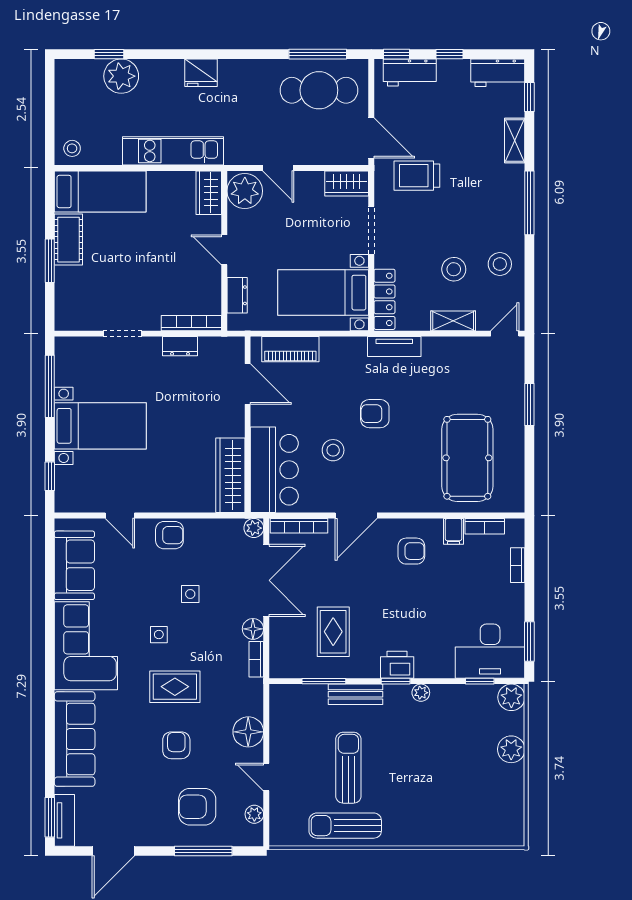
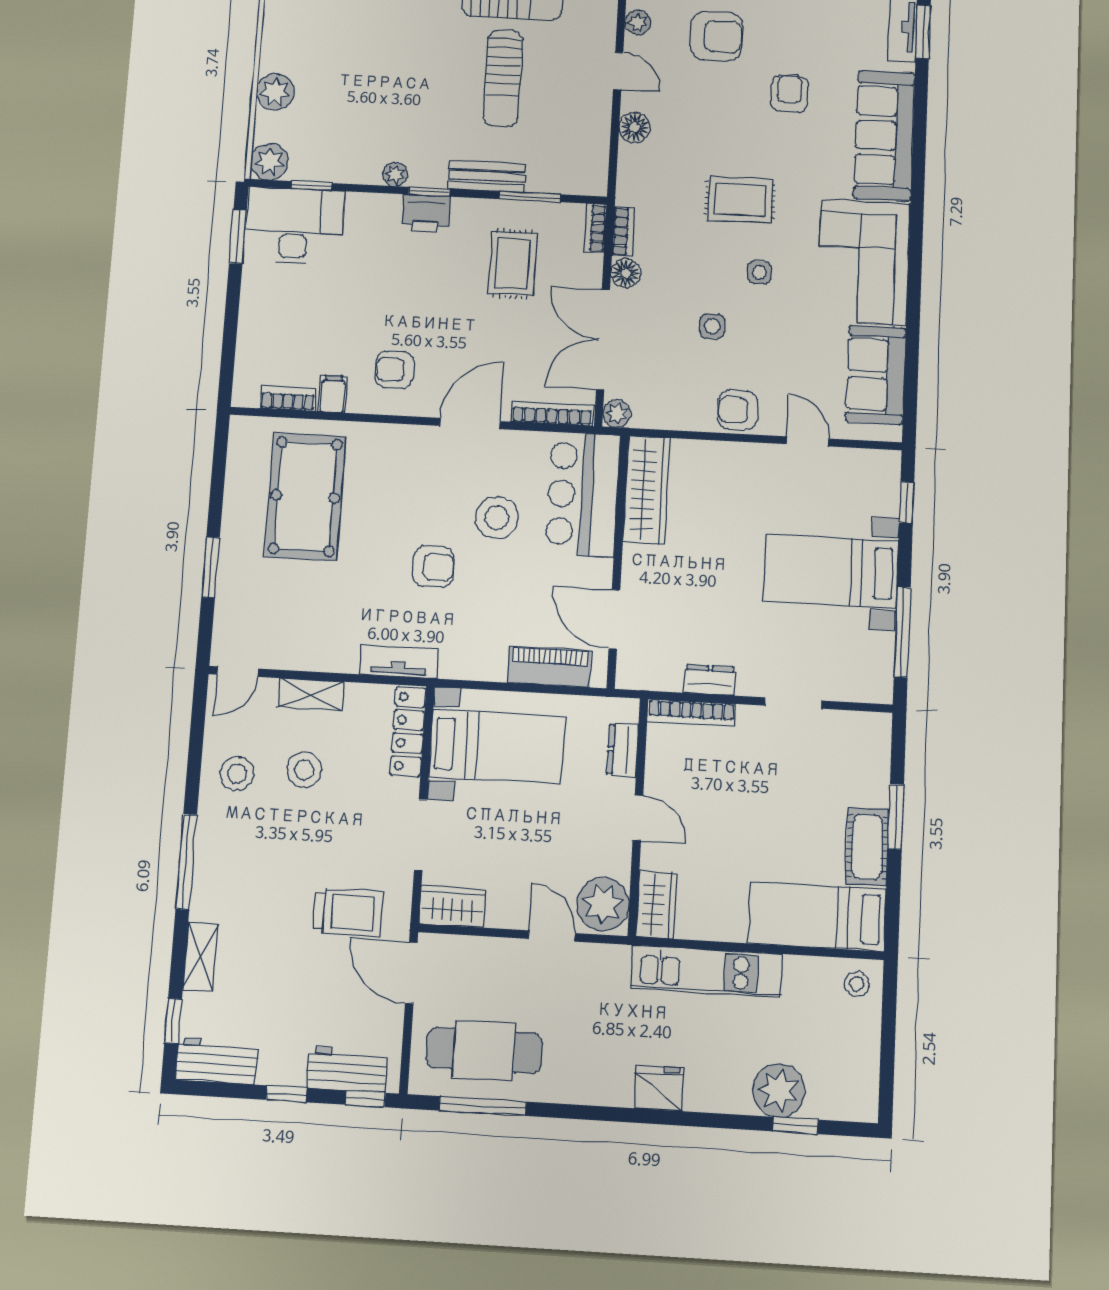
stool: (333, 450) -> (497, 518), width x1.38, depth x1.38
bookcase: (518, 565) -> (595, 228), moved, turned 180
floor lamp: (248, 732) -> (634, 127), width x0.73, depth x0.73
armchair: (176, 745) -> (789, 94), moved, turned 180

